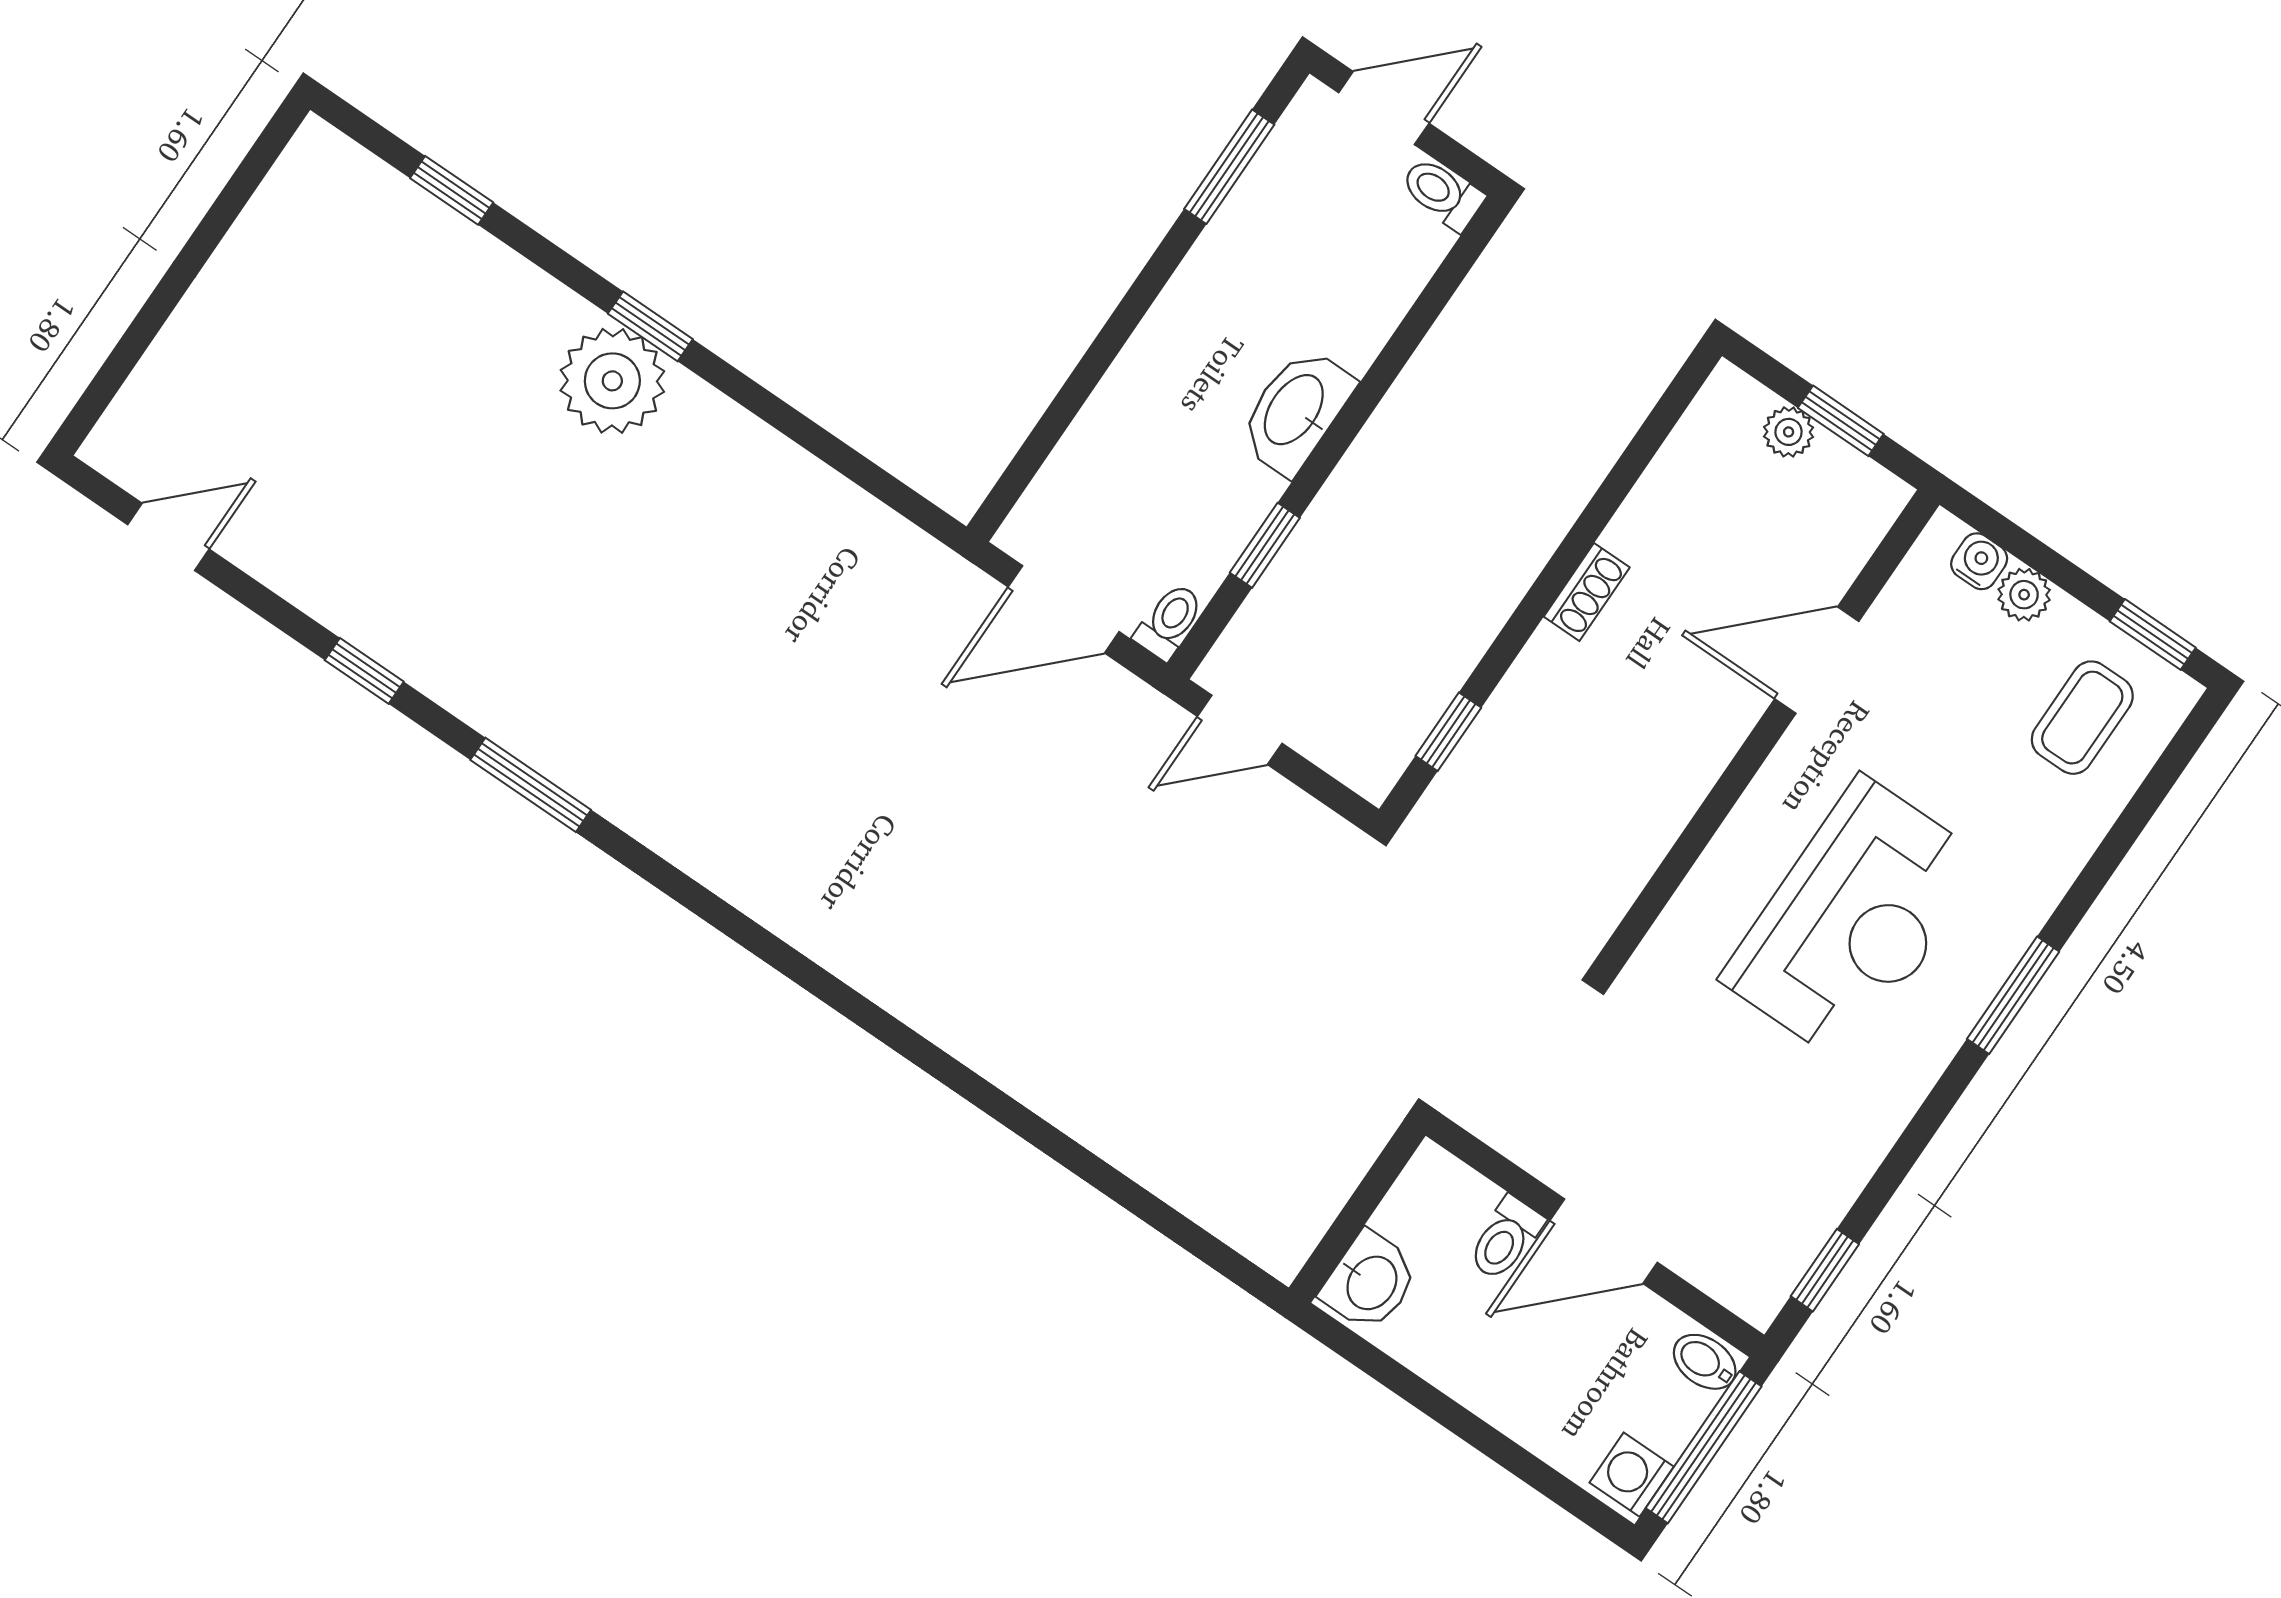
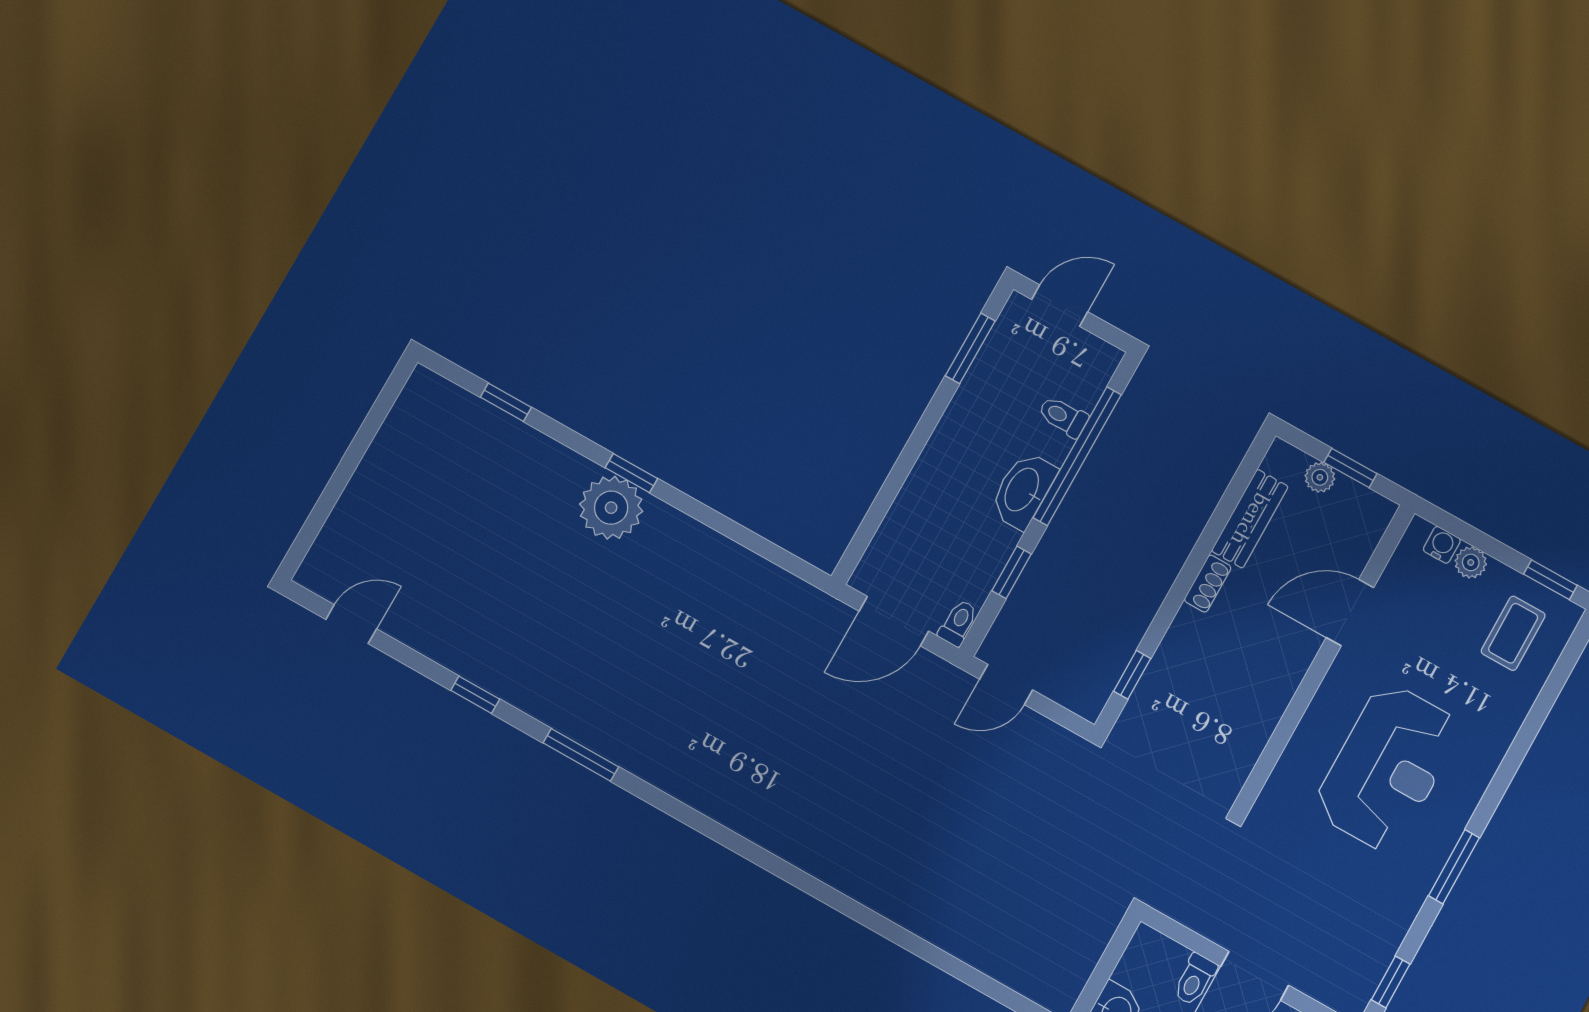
toilet: (1442, 193) -> (1063, 417), moved
window: (1390, 362) -> (1077, 456), added
bench: (1666, 491) -> (1250, 519), added
window: (2013, 995) -> (1454, 867), moved

